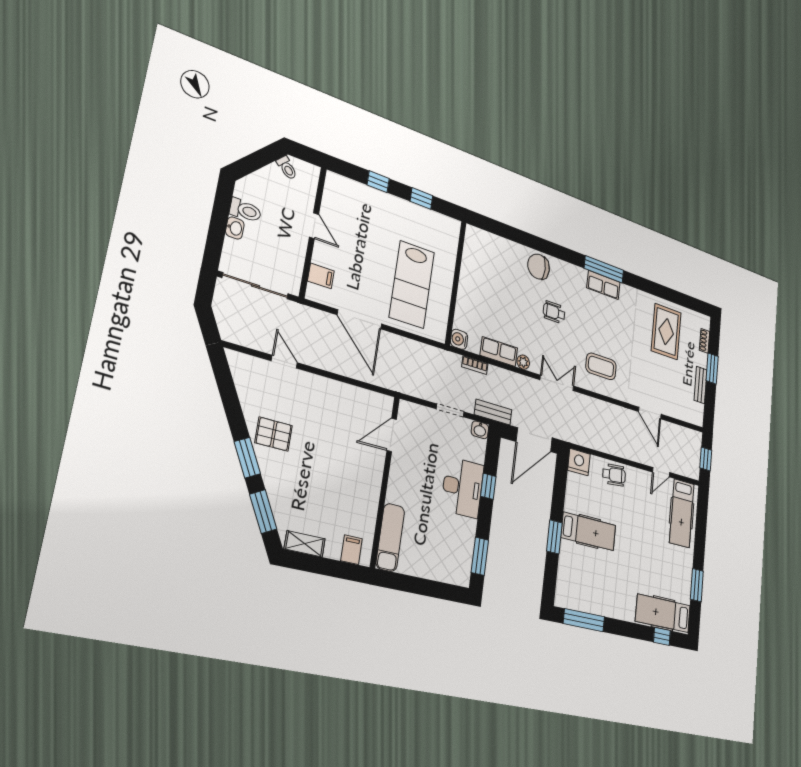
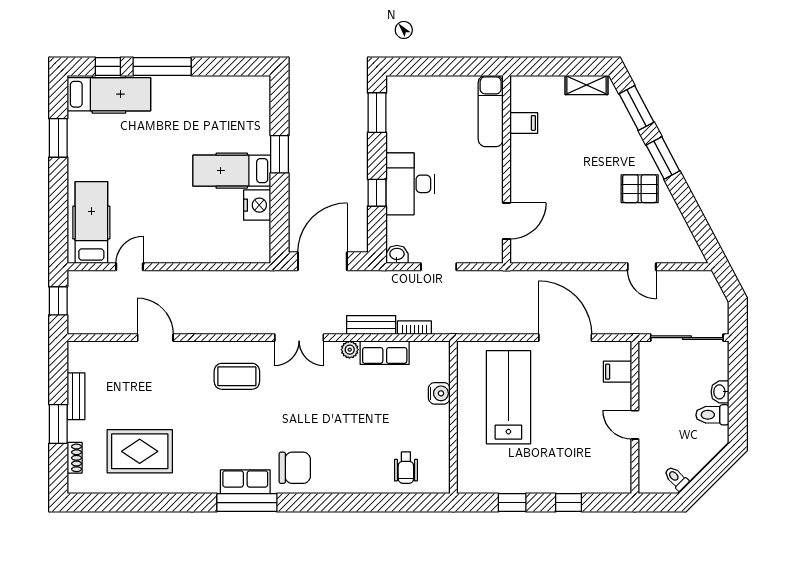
chair: (539, 267) -> (295, 468), moved
wheelchair: (554, 312) -> (406, 468), moved, turned 90
rug: (666, 332) -> (140, 451), turned 90
water cooler: (459, 339) -> (439, 393), moved
bench: (493, 412) -> (371, 325), moved
nightstand: (579, 462) -> (257, 205), moved, turned -90
wheelchair: (614, 475) -> (202, 247), removed
filing cabinet: (351, 550) -> (524, 123), moved, turned -90
window: (584, 620) -> (162, 66), moved

